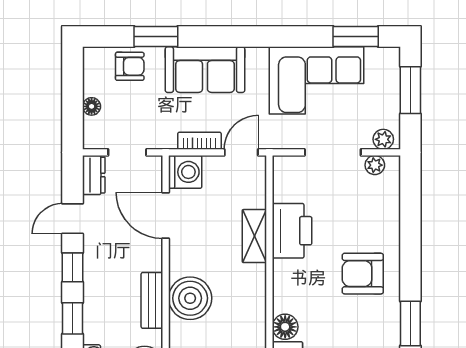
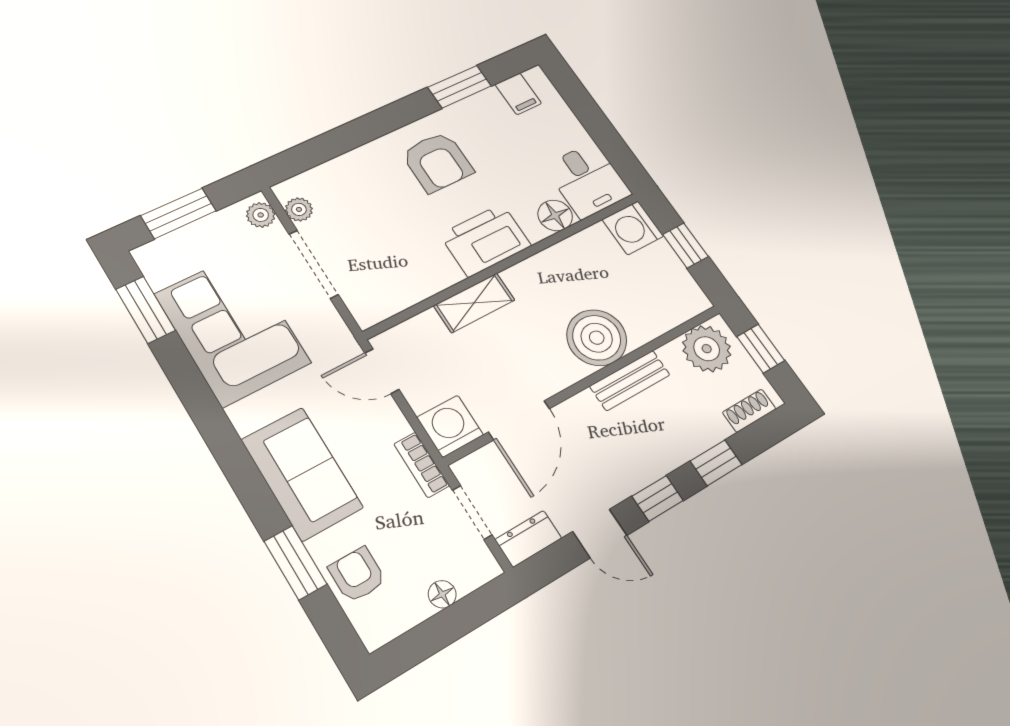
bookcase: (199, 141) -> (422, 465), moved
printer: (292, 231) -> (486, 240), moved

